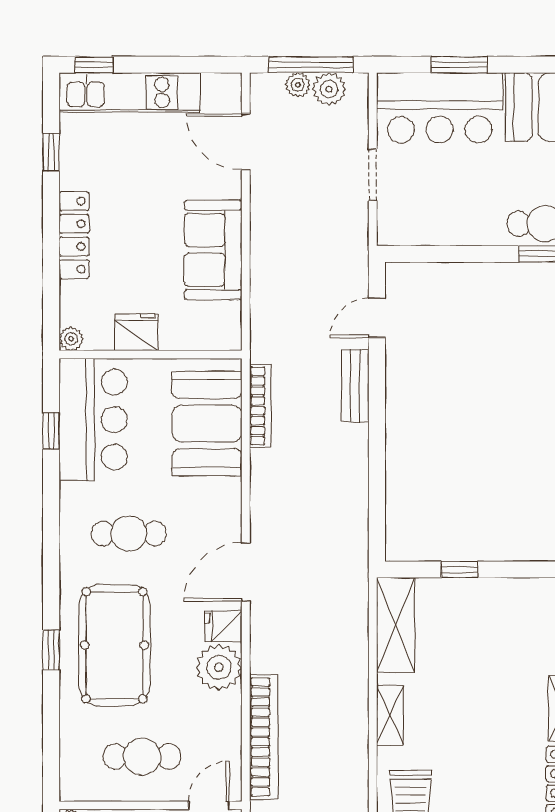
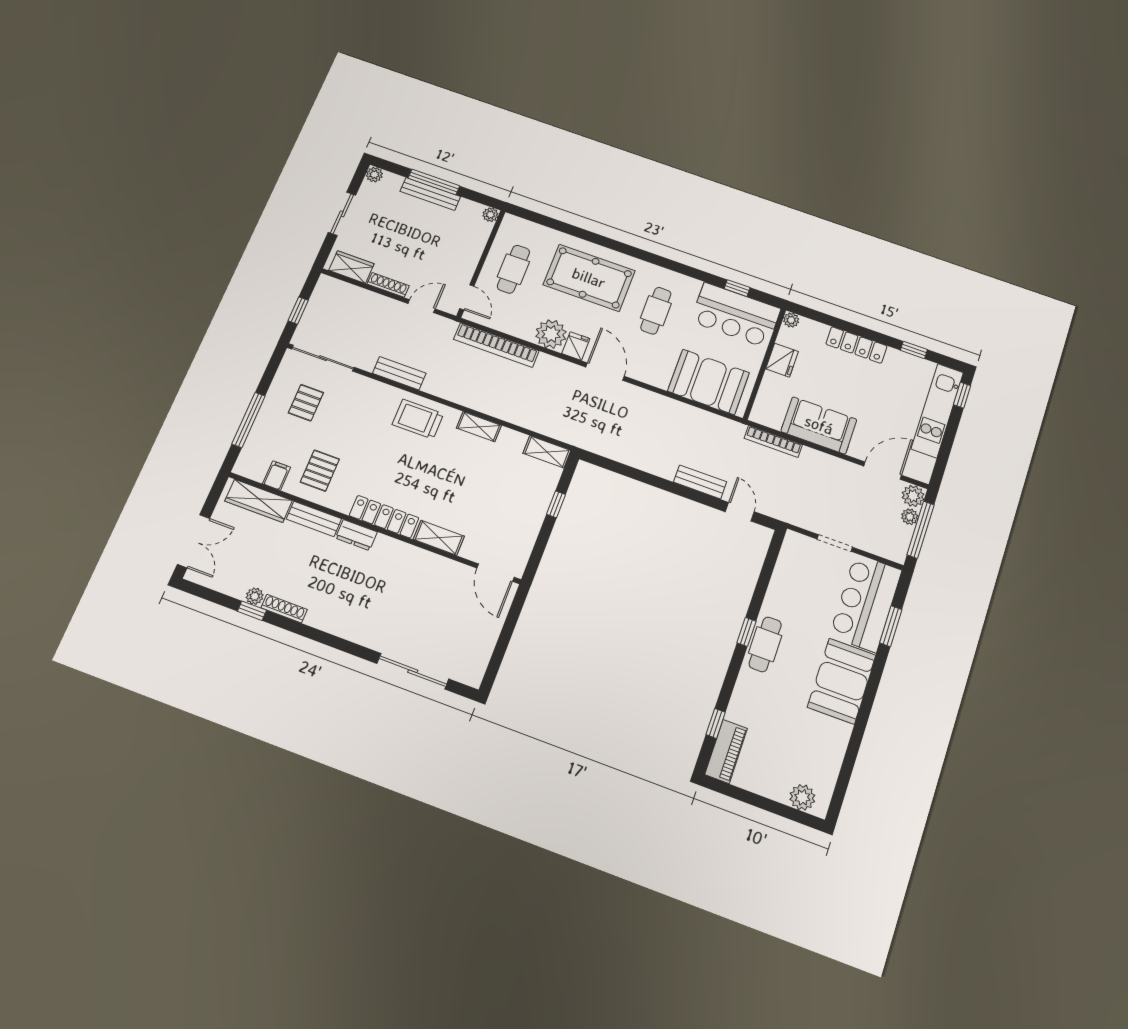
plant: (329, 89) -> (913, 496), moved
bookcase: (260, 406) -> (773, 442), moved
shelving: (396, 625) -> (547, 452), width x0.67, depth x0.75
window: (51, 650) -> (601, 240), removed

